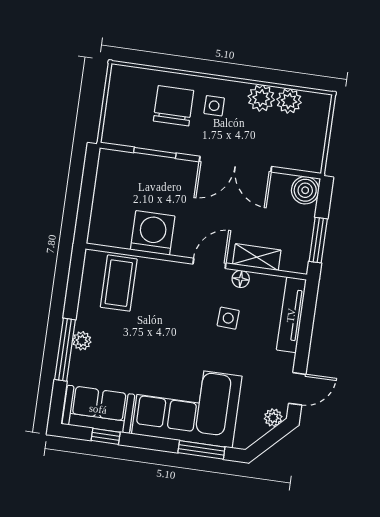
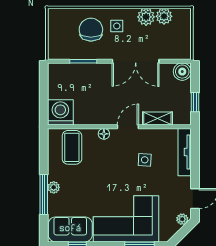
washing machine: (153, 233) -> (60, 112), moved
window: (318, 240) -> (195, 102), width x0.67
floor lamp: (241, 279) -> (104, 134), moved

